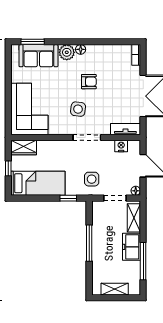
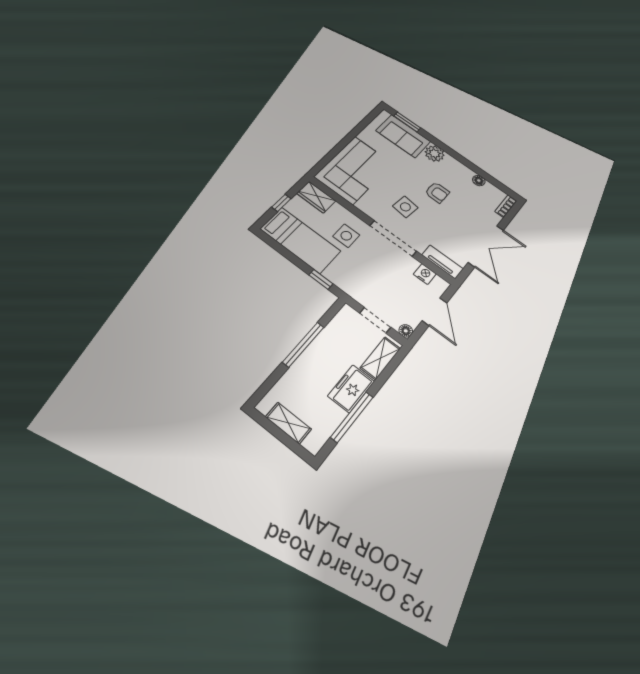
floor lamp: (81, 49) -> (479, 181), moved
doorway: (87, 137) -> (393, 238), width x1.36
side table: (92, 179) -> (346, 236), moved

